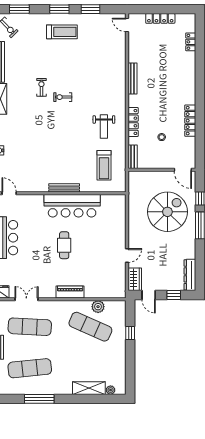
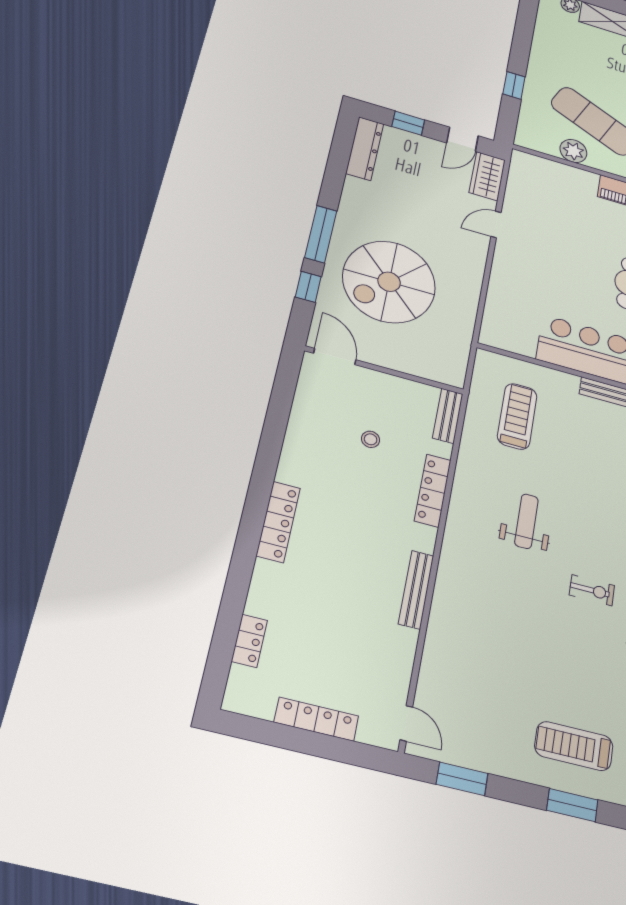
window: (90, 9) -> (462, 779), moved
locker: (190, 121) -> (278, 522), moved
weight bench: (104, 127) -> (526, 521), moved
door: (149, 295) -> (462, 139), swing flipped

